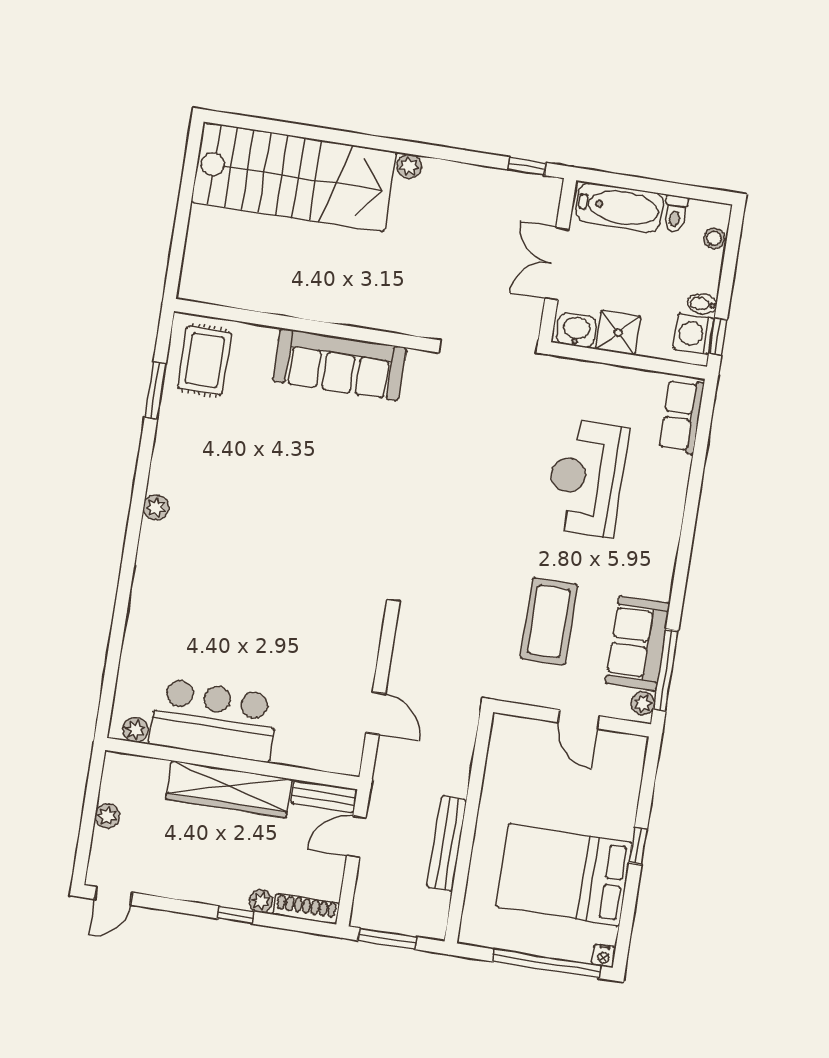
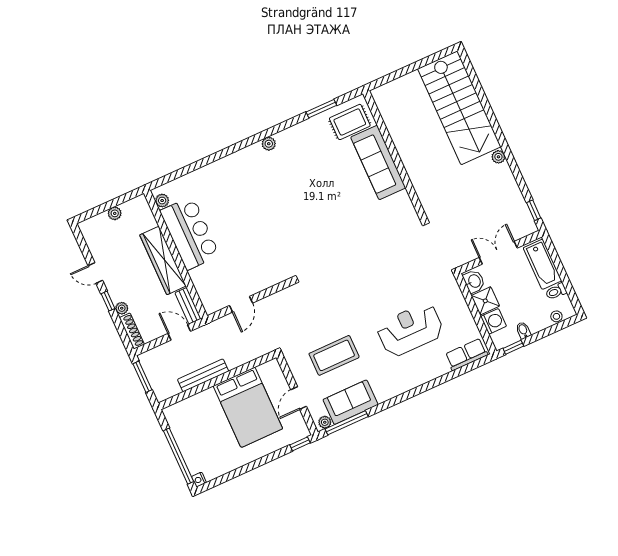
washing machine: (694, 334) -> (494, 321), moved, turned 90
sofa: (340, 364) -> (378, 162), moved
window: (638, 846) -> (300, 444), moved
bed: (564, 875) -> (248, 407), moved, turned 180
door: (113, 896) -> (95, 273), moved

